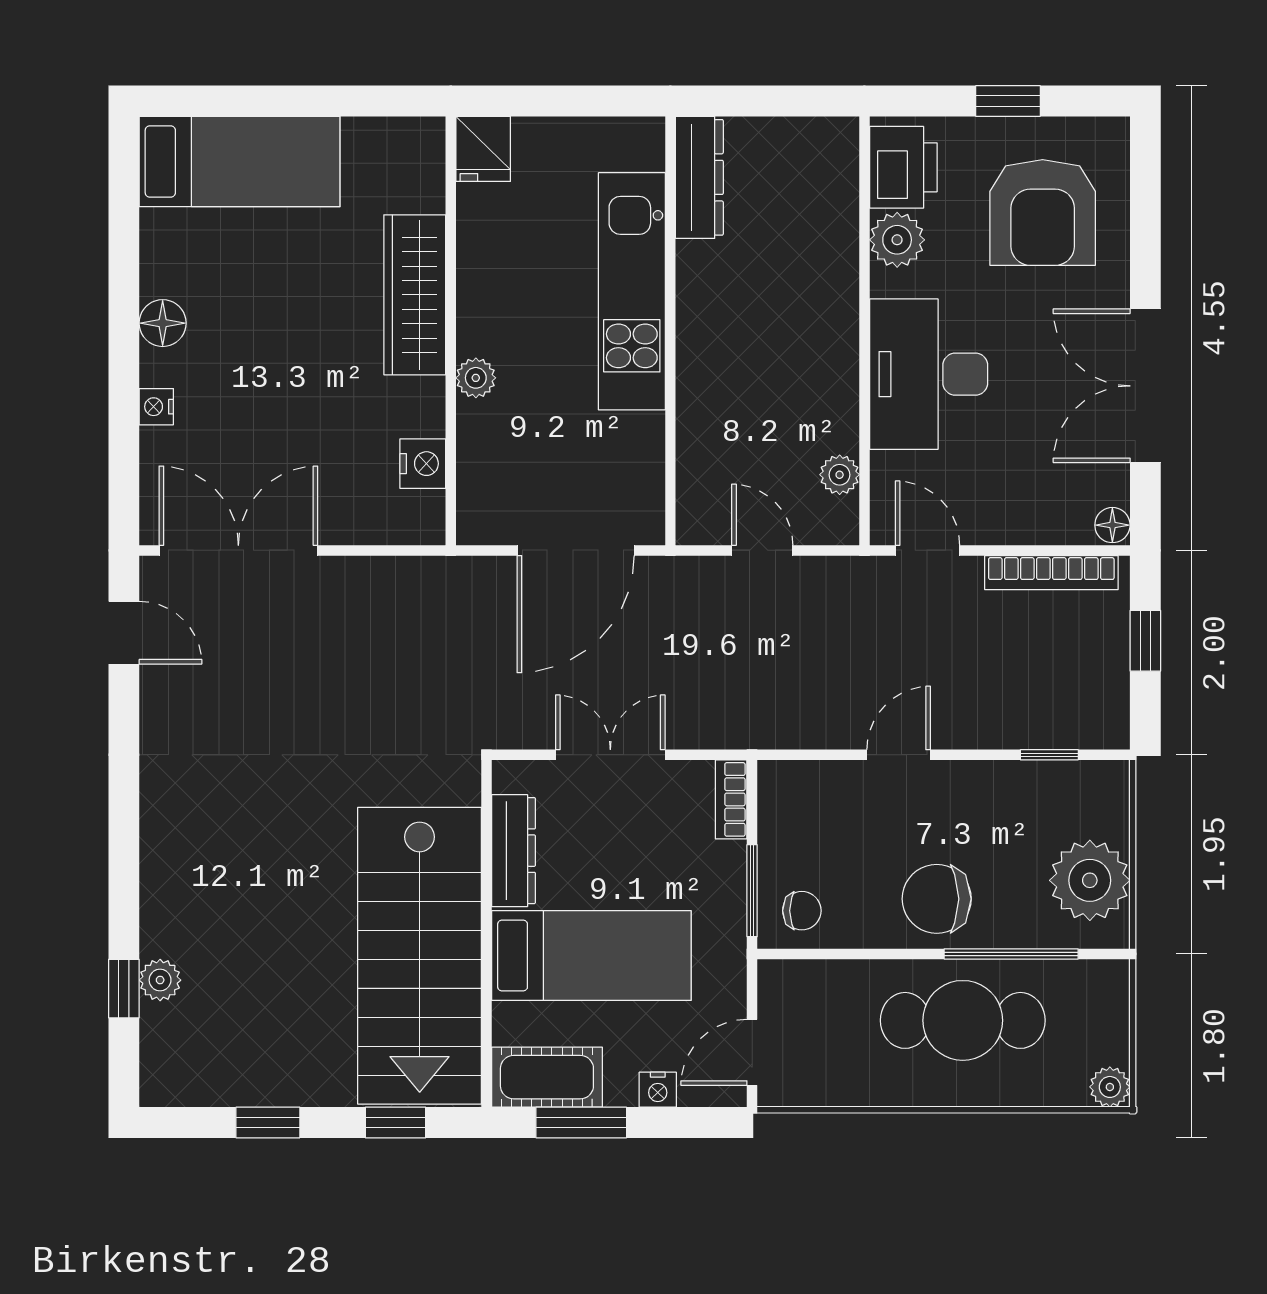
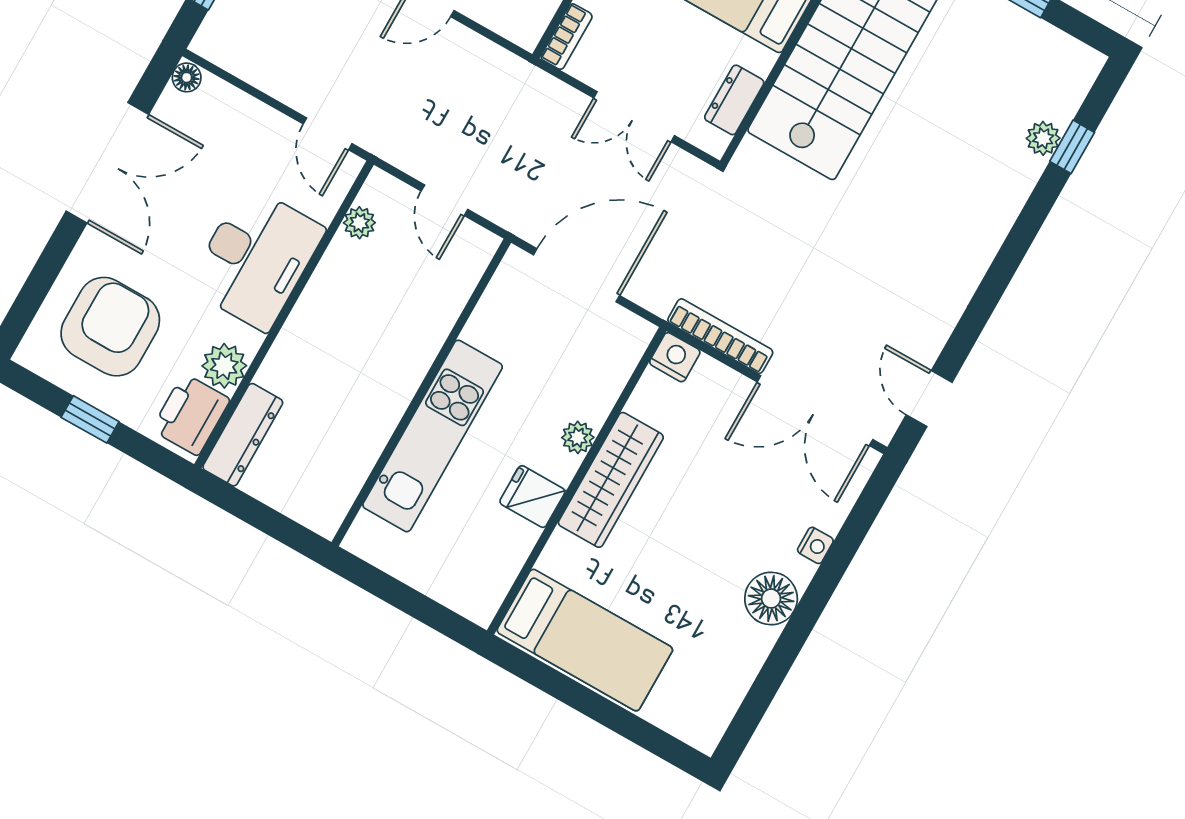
fridge: (483, 149) -> (532, 497), moved, turned -90
bed: (240, 162) -> (585, 640), moved, turned 180
dresser: (699, 177) -> (243, 435), moved, turned 180
wardrobe: (415, 295) -> (611, 480), moved
floor lamp: (163, 323) -> (771, 598), width x1.38, depth x1.38
nightstand: (423, 464) -> (675, 357), moved, turned 90
bookcase: (1051, 573) -> (720, 336), moved
dresser: (513, 851) -> (734, 100), width x0.70

